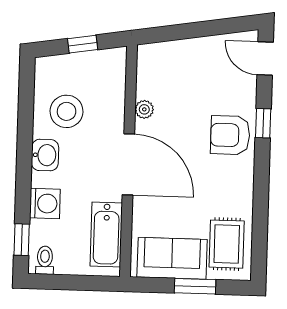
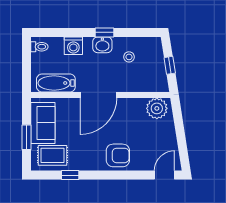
plant: (144, 109) -> (157, 108), moved, width x1.88, depth x1.88
stool: (67, 111) -> (129, 57), width x0.53, depth x0.53
window: (263, 123) -> (70, 175), moved
armchair: (230, 135) -> (118, 155), turned 90
window: (22, 240) -> (104, 32), moved

